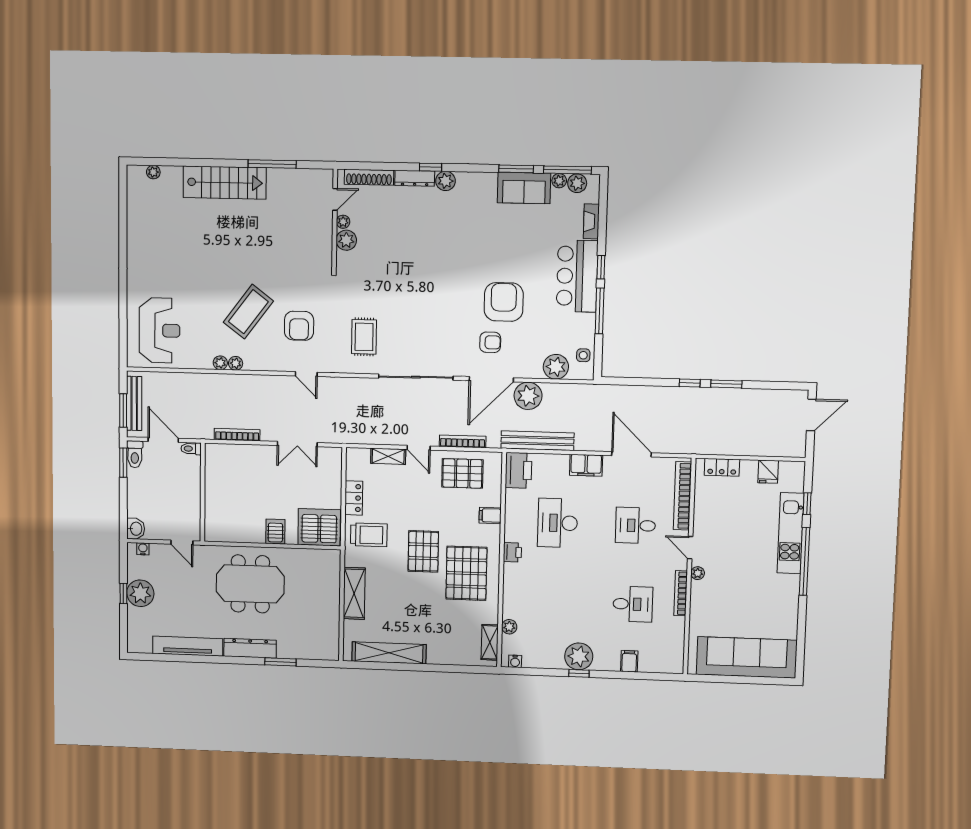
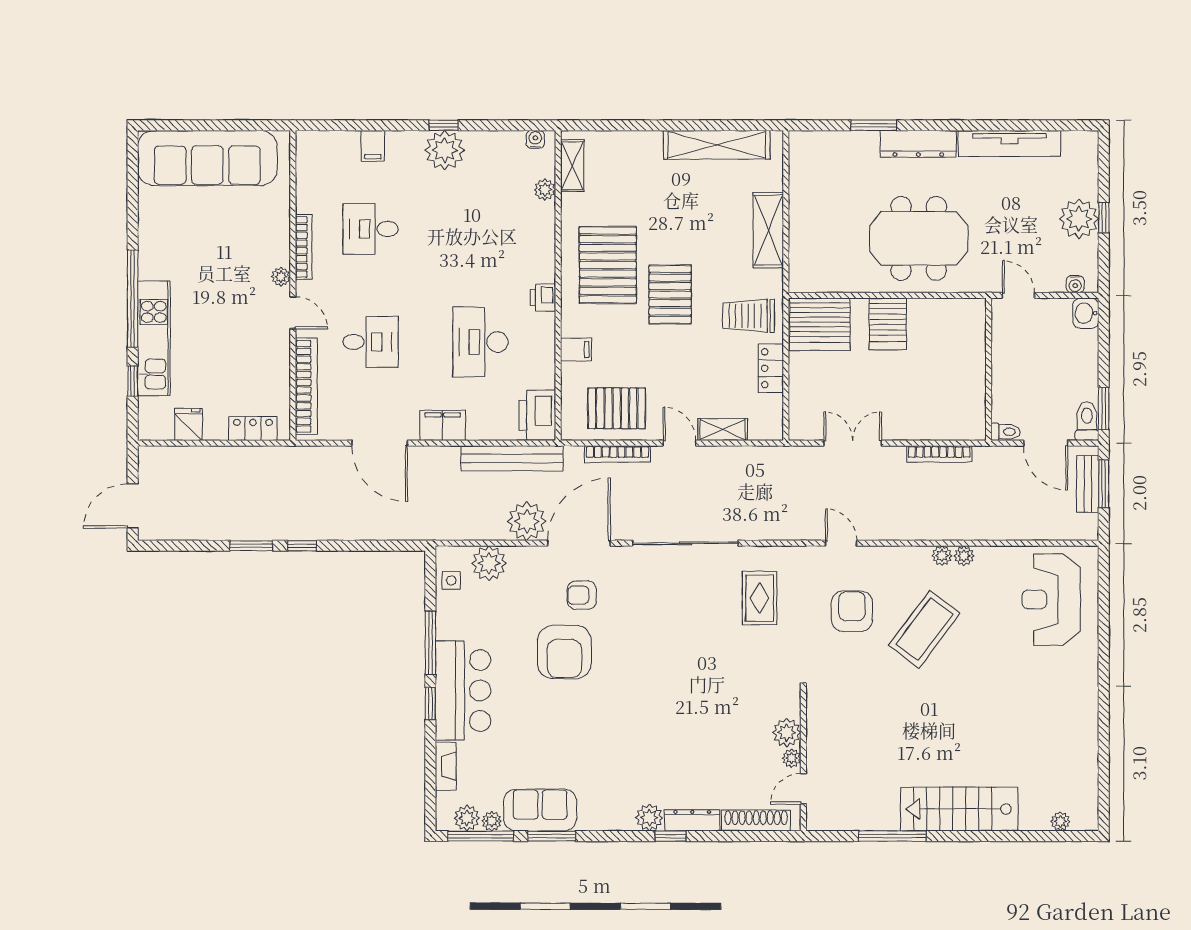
bench: (134, 403) -> (1088, 484), width x0.73
desk: (558, 523) -> (480, 342), turned 180
server rack: (275, 532) -> (888, 324), width x1.36, depth x1.44

